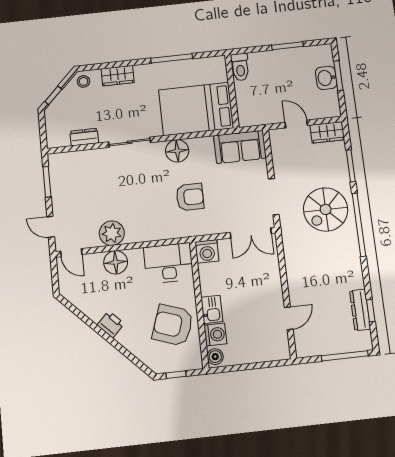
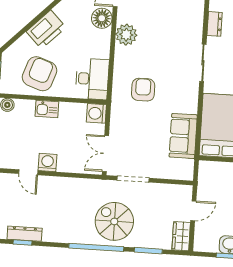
sofa: (240, 147) -> (183, 136), moved
floor lamp: (177, 151) -> (188, 103), removed
armchair: (190, 197) -> (143, 90), moved, turned 180
floor lamp: (116, 262) -> (102, 18), moved
printer: (111, 324) -> (46, 29), width x1.87, depth x1.48
washing machine: (215, 334) -> (47, 163), moved, turned 180

